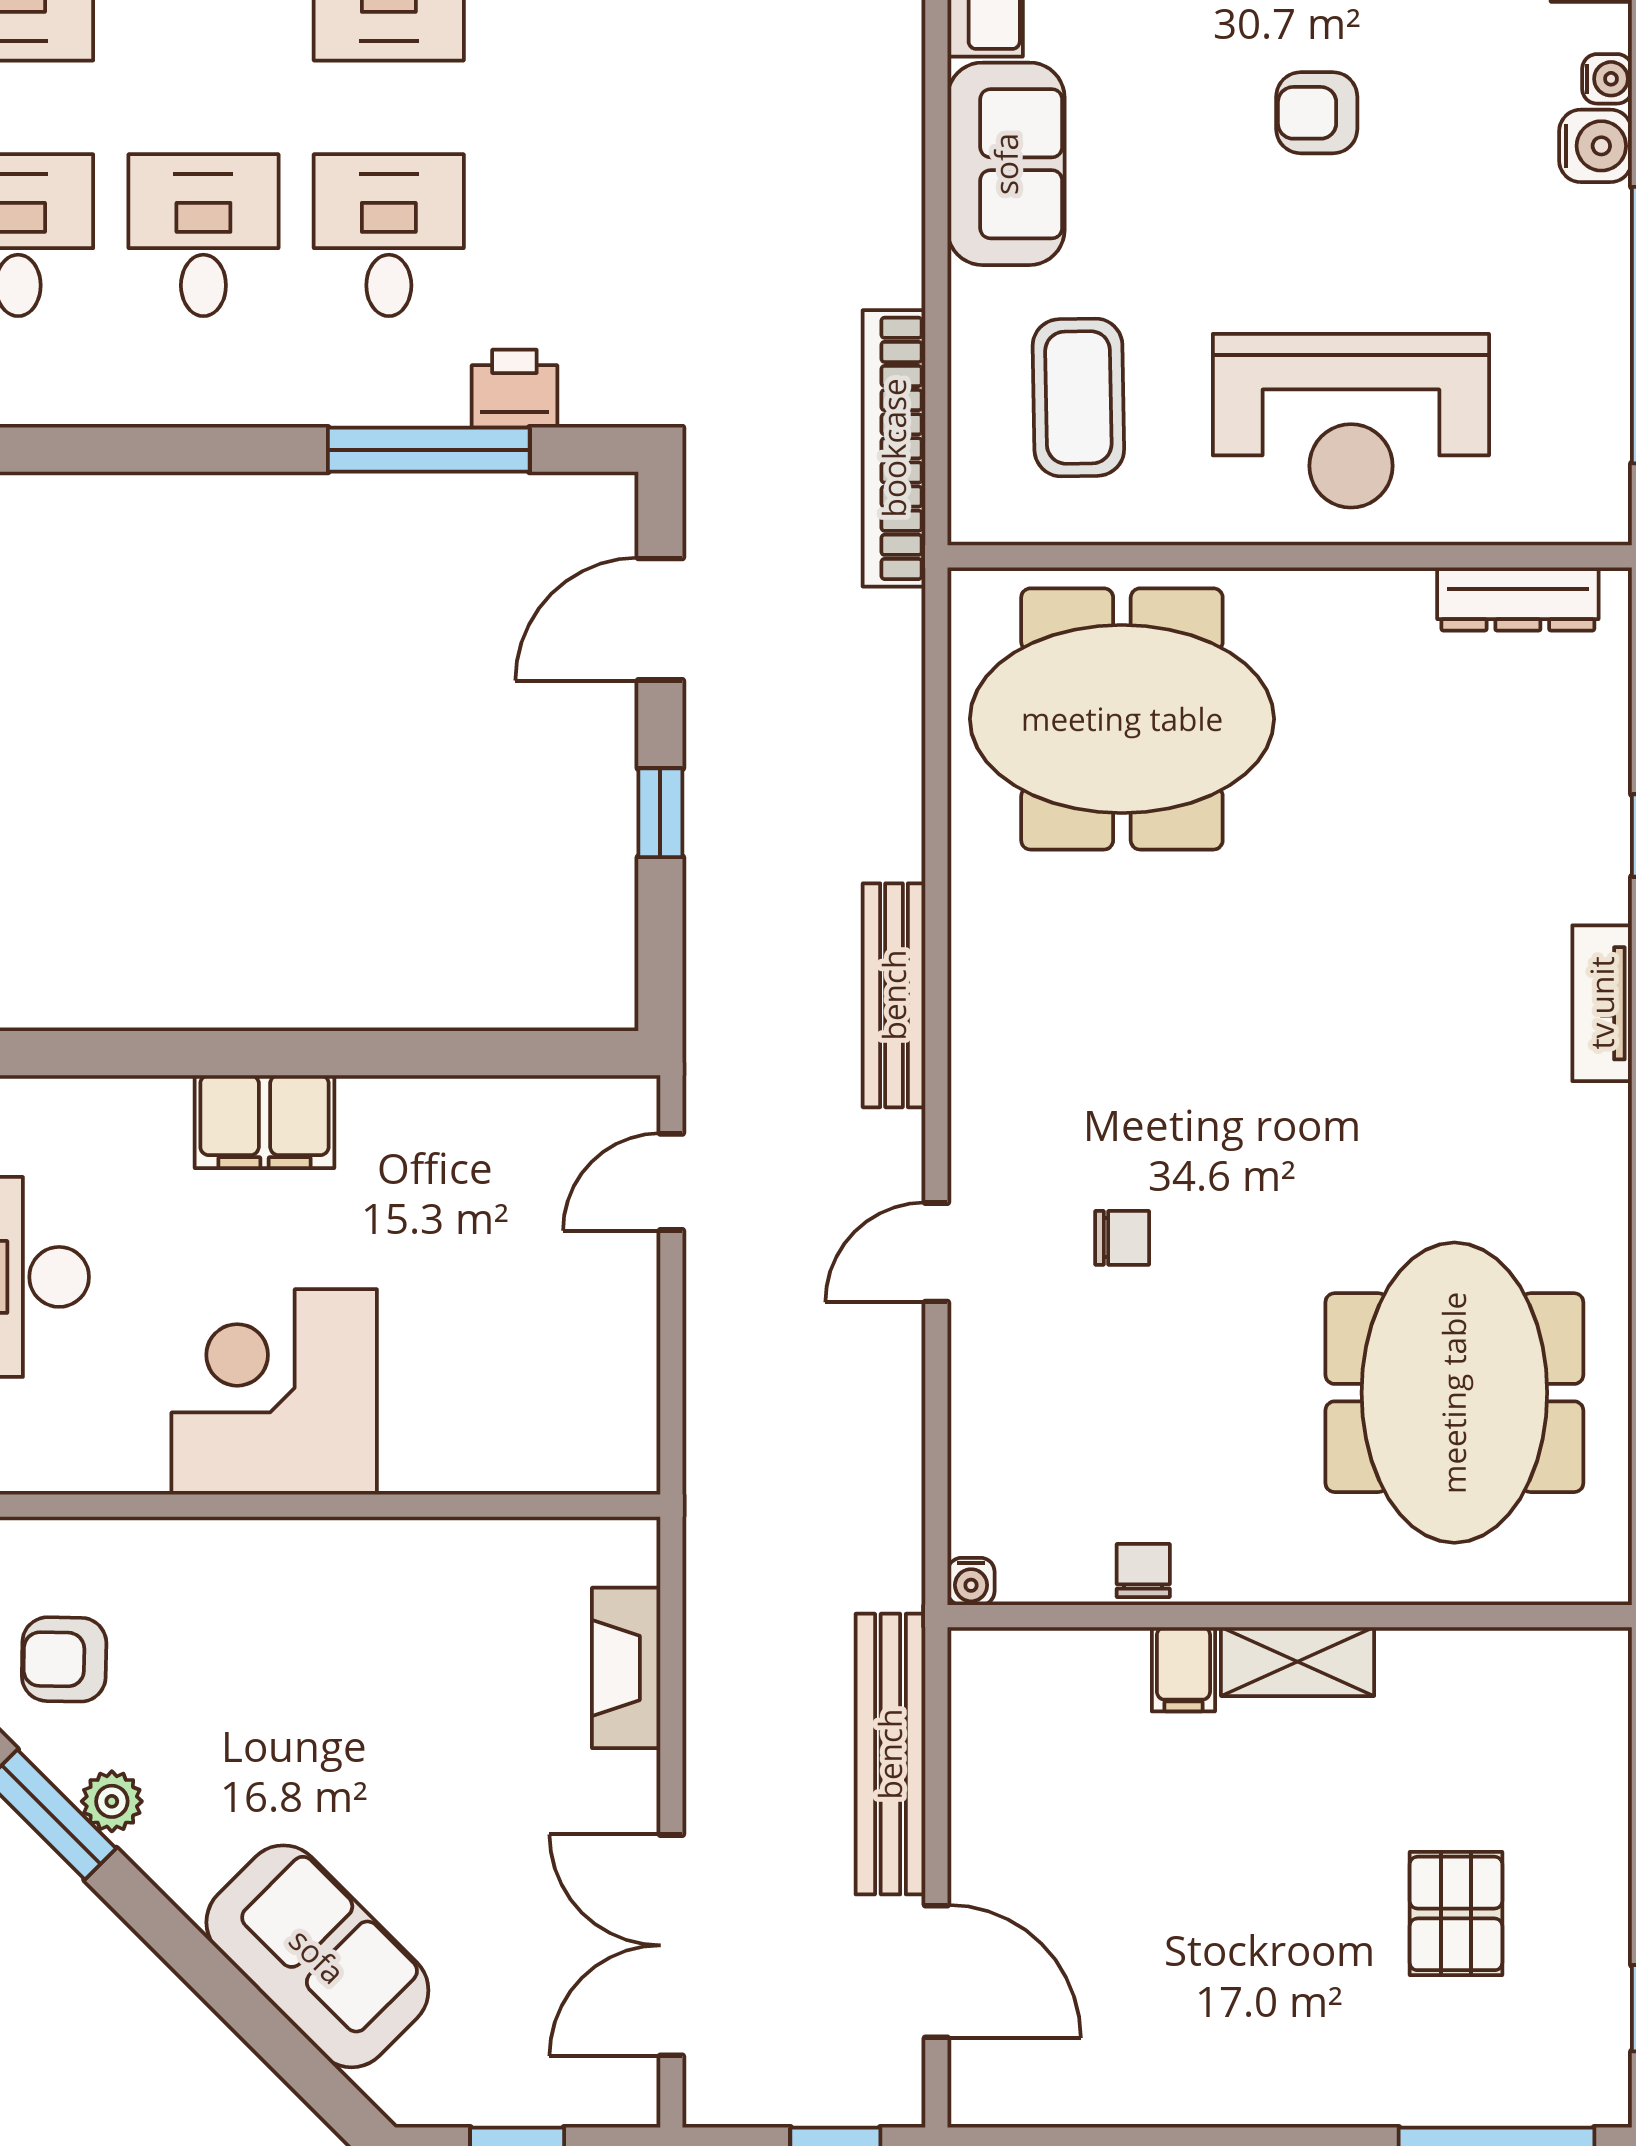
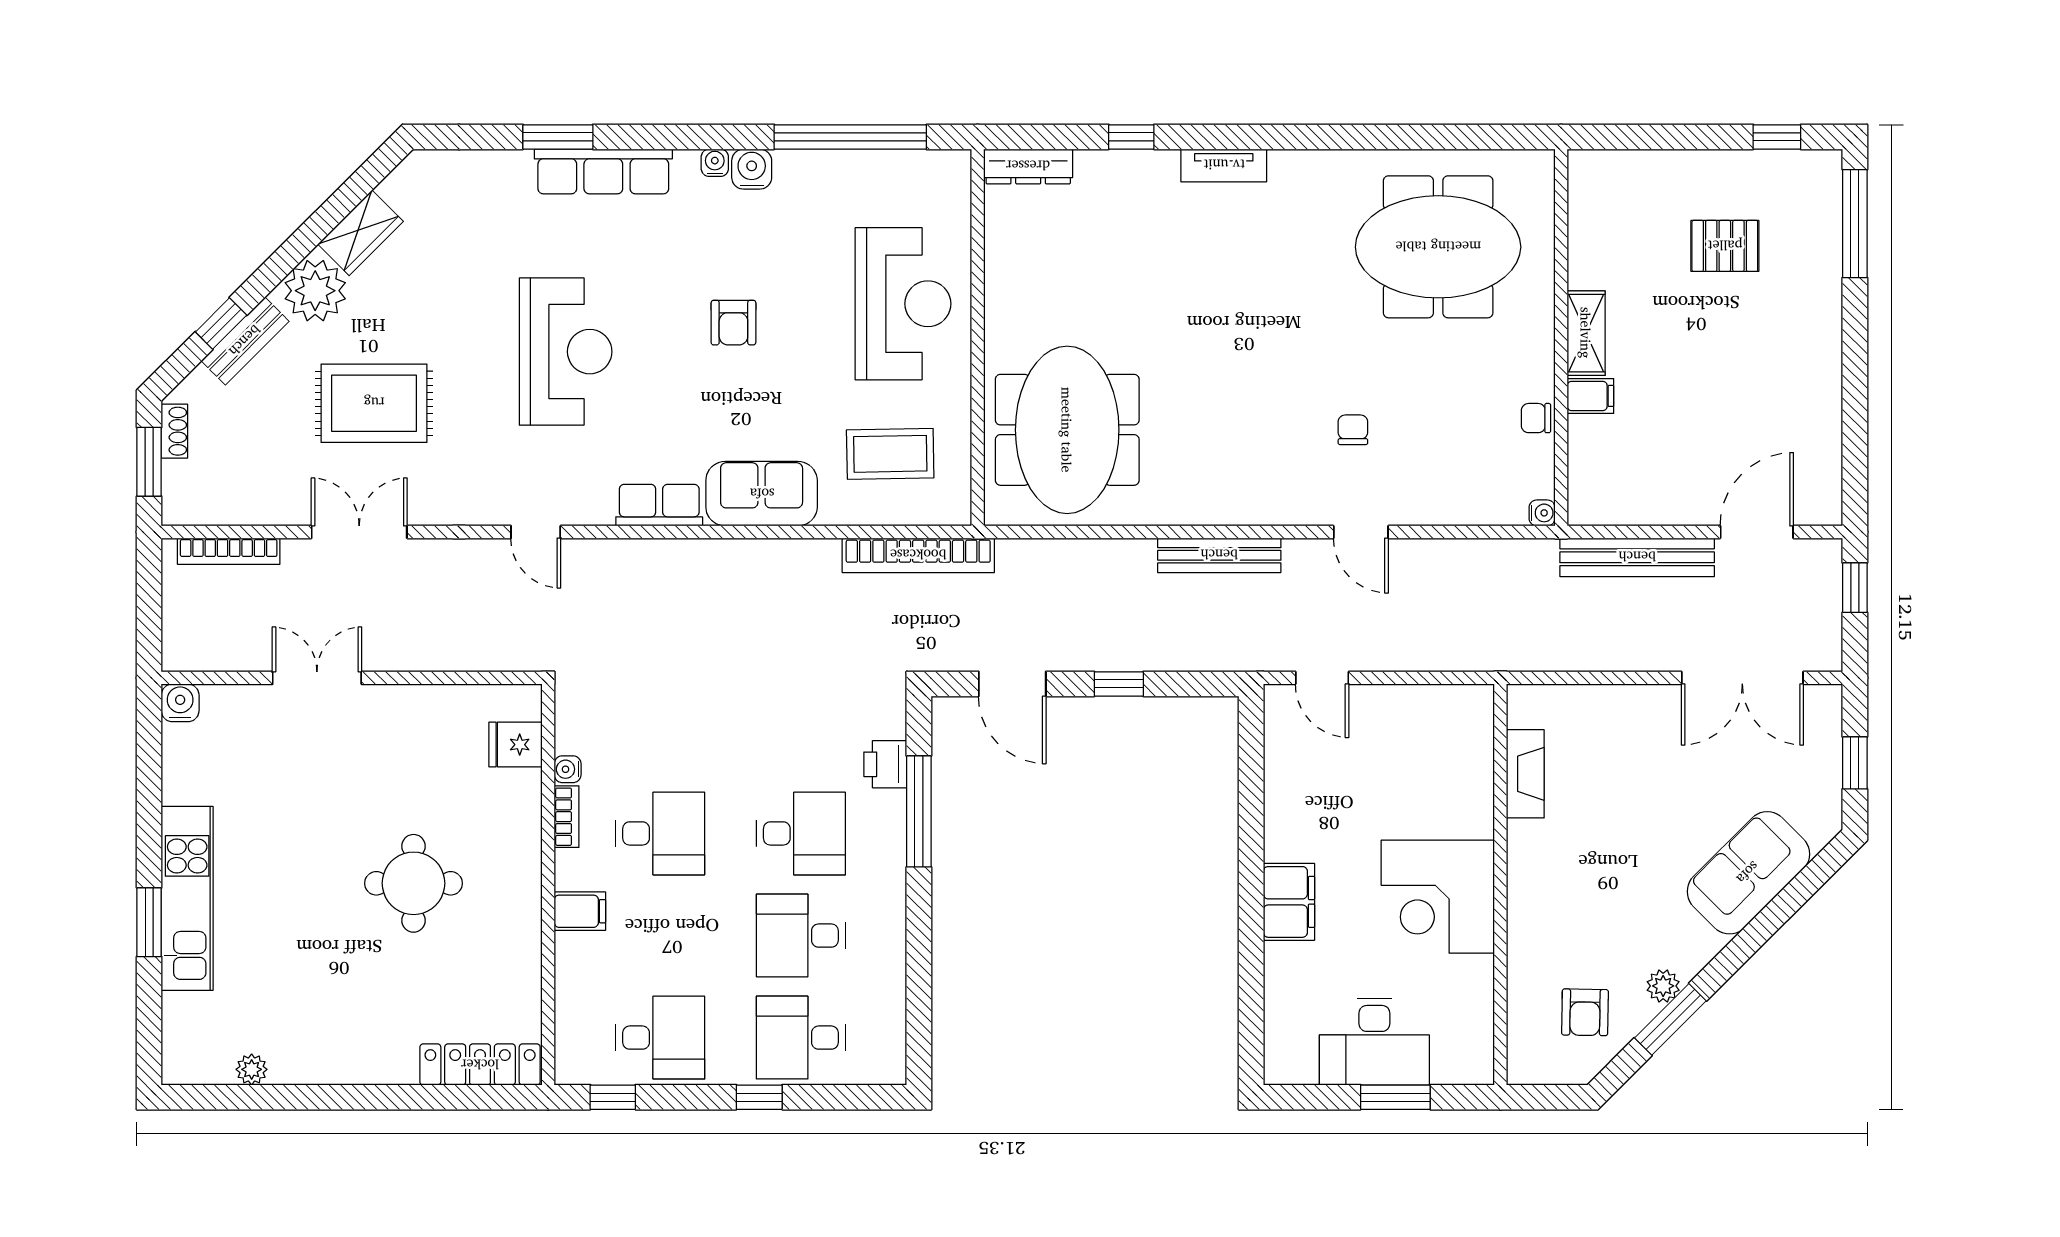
desk: (389, 235) -> (801, 833), turned 180
dresser: (1518, 599) -> (1028, 166), moved, turned 90
fireplace: (626, 1668) -> (1525, 774), moved, turned -90

